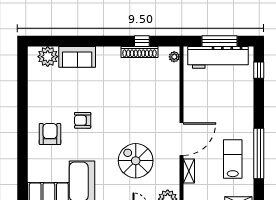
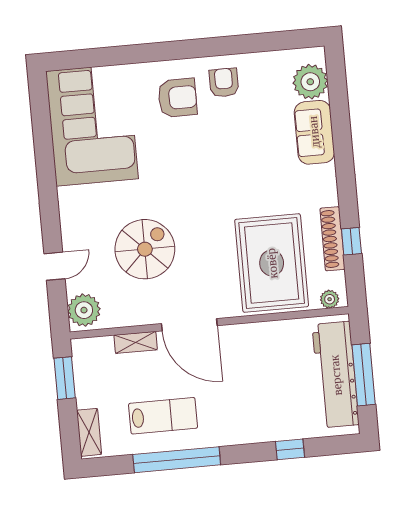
window: (259, 70) -> (290, 449), moved
rug: (150, 88) -> (272, 263), added
armchair: (83, 120) -> (224, 83), moved

